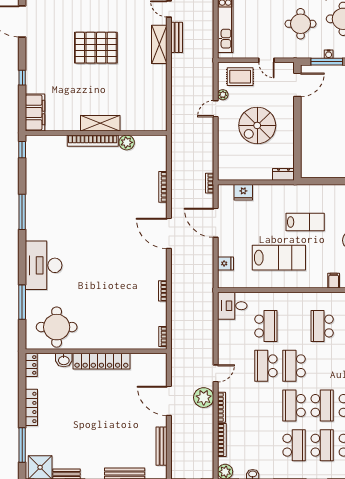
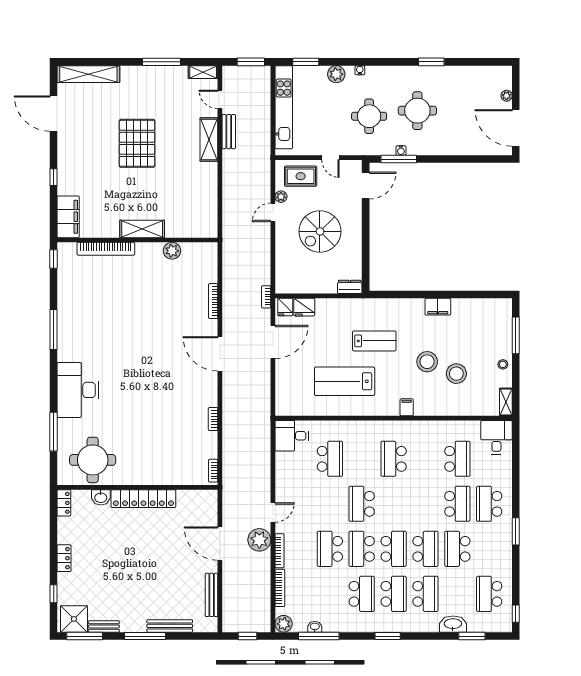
pallet: (96, 48) -> (137, 143), turned 90
bookcase: (93, 141) -> (106, 249), moved
door: (216, 223) -> (273, 342), swing flipped
lab bench: (279, 258) -> (345, 381), turned 180
fridge: (225, 263) -> (285, 307), moved, turned 90
school desk: (266, 366) -> (330, 549), moved
locker: (31, 407) -> (64, 558), width x0.66
window: (22, 445) -> (54, 594), width x0.46

